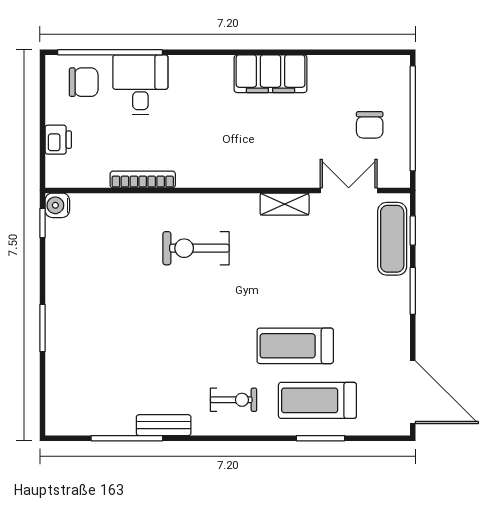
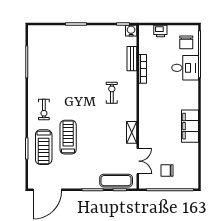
exercise bike: (196, 248) -> (112, 93), width x0.73, depth x0.72
treadmill: (317, 400) -> (44, 147), turned 180
bench: (164, 425) -> (132, 59), moved

